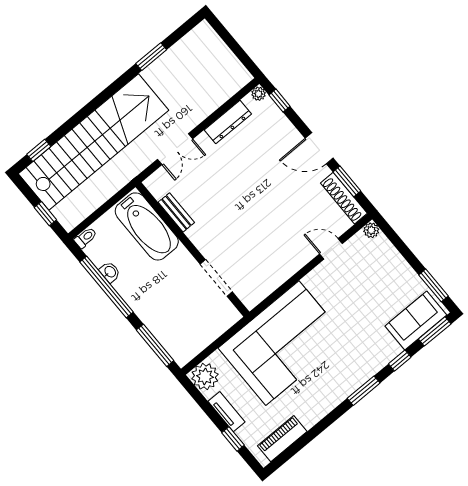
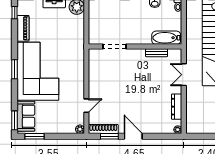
window: (279, 101) -> (167, 136), removed
door: (319, 148) -> (133, 136), hinge flipped
bathtub: (147, 226) -> (166, 38), width x0.73, depth x0.73
corner sofa: (282, 343) -> (38, 71), moved, turned 180
window: (400, 361) -> (15, 13), moved
piano: (282, 439) -> (23, 28), moved

